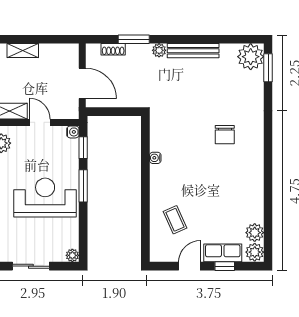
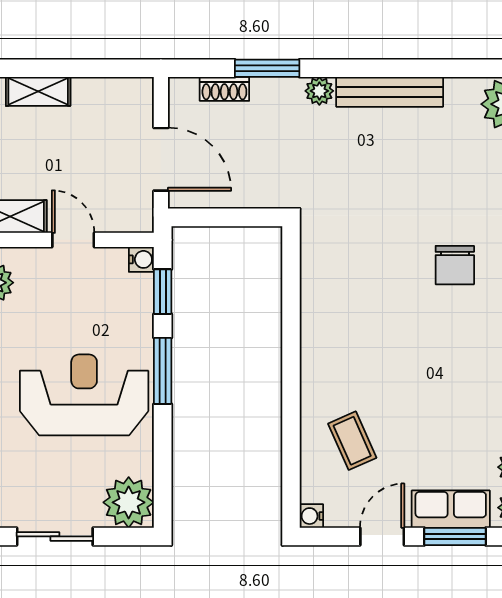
water cooler: (155, 158) -> (311, 516), moved
plant: (72, 255) -> (129, 502), width x1.88, depth x1.88
window: (225, 266) -> (455, 536), width x1.50

